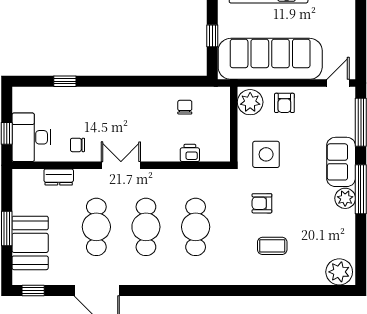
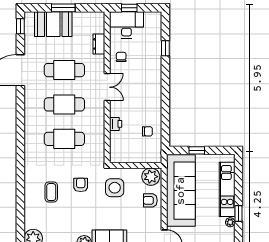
printer: (190, 153) -> (116, 124), moved

